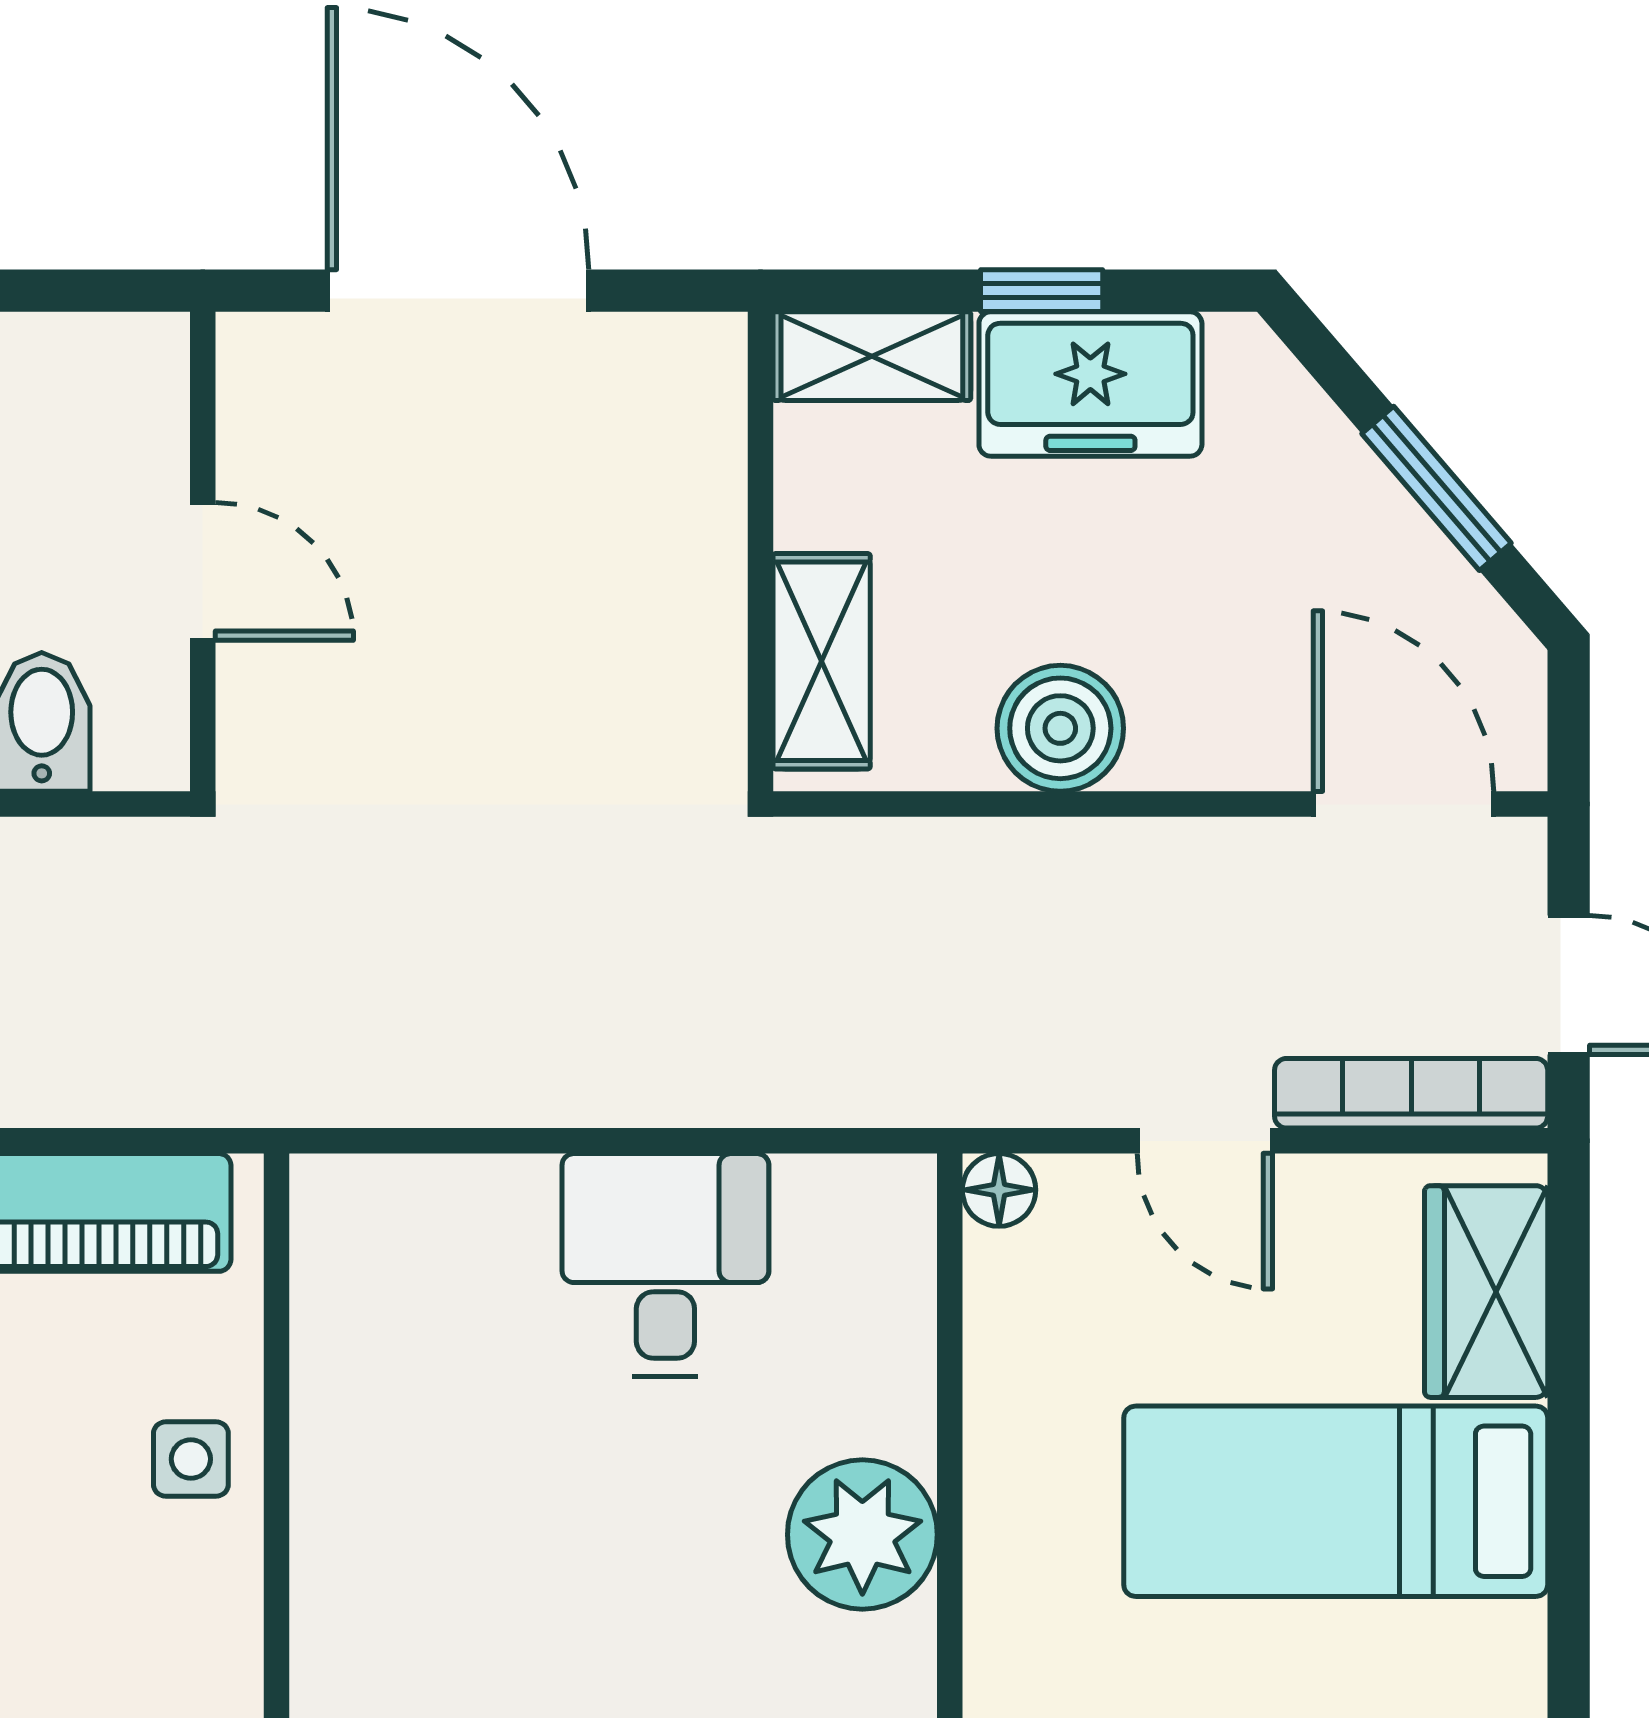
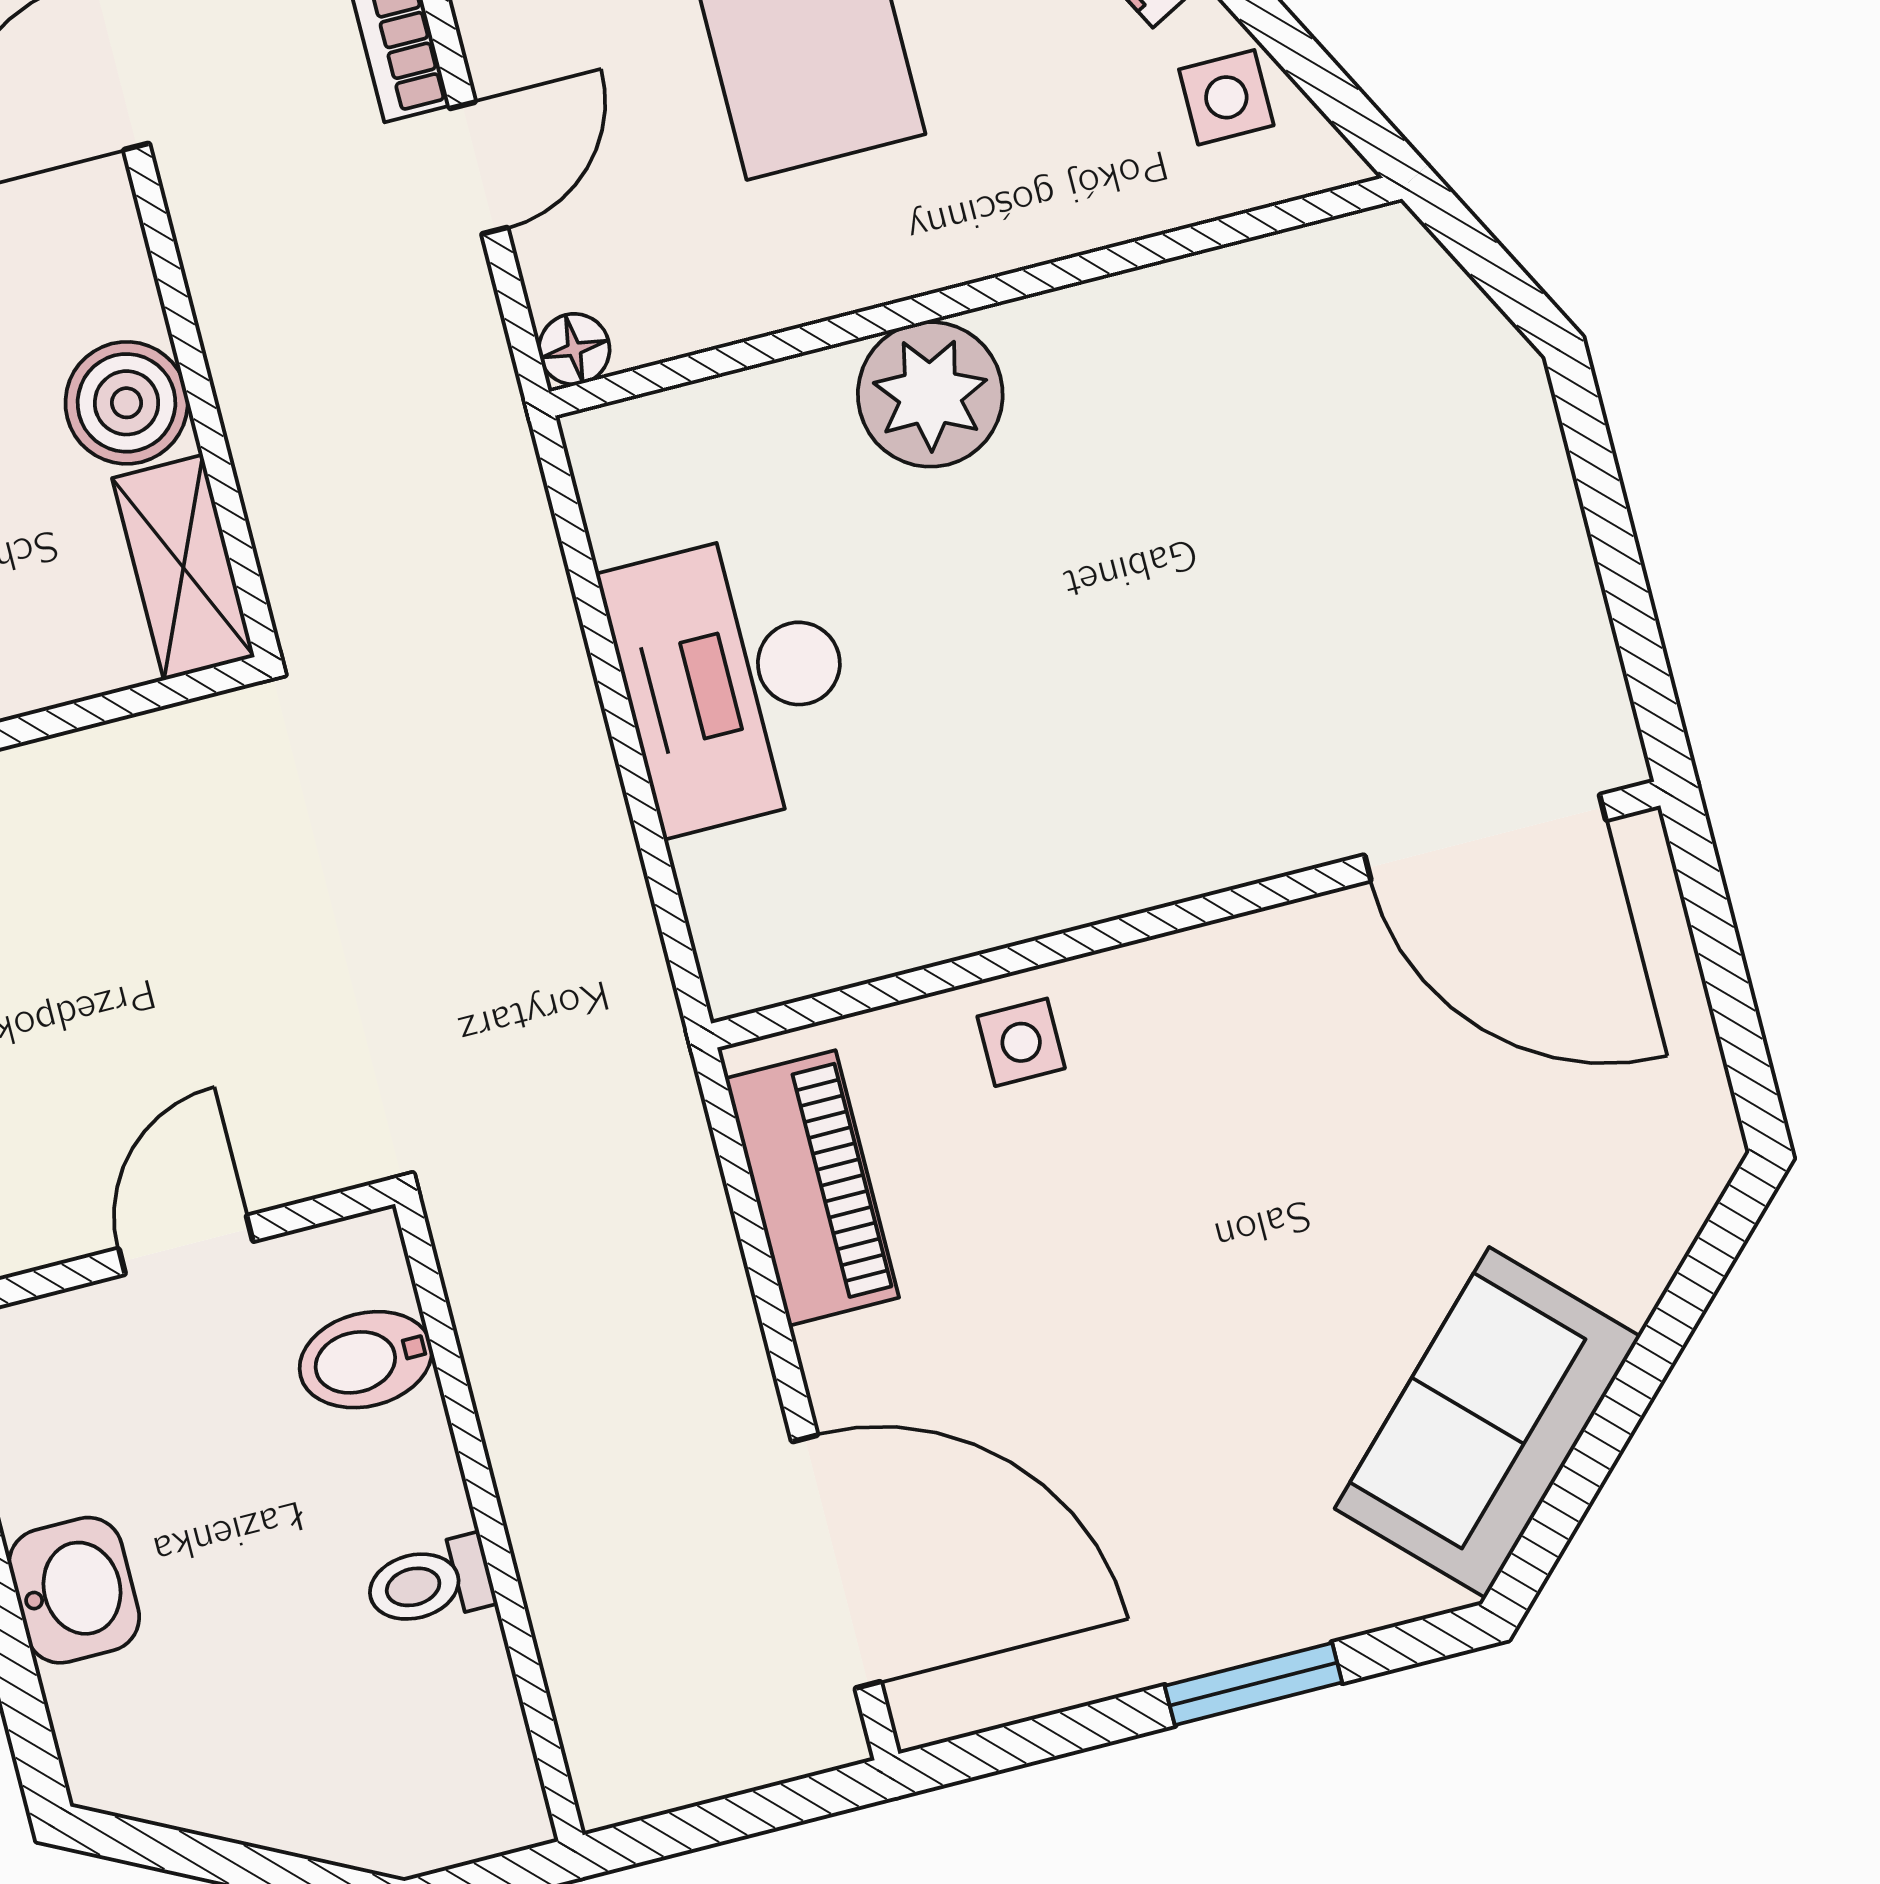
shelving: (822, 661) -> (183, 568), moved, turned 90
desk: (665, 1265) -> (734, 680), width x1.37

